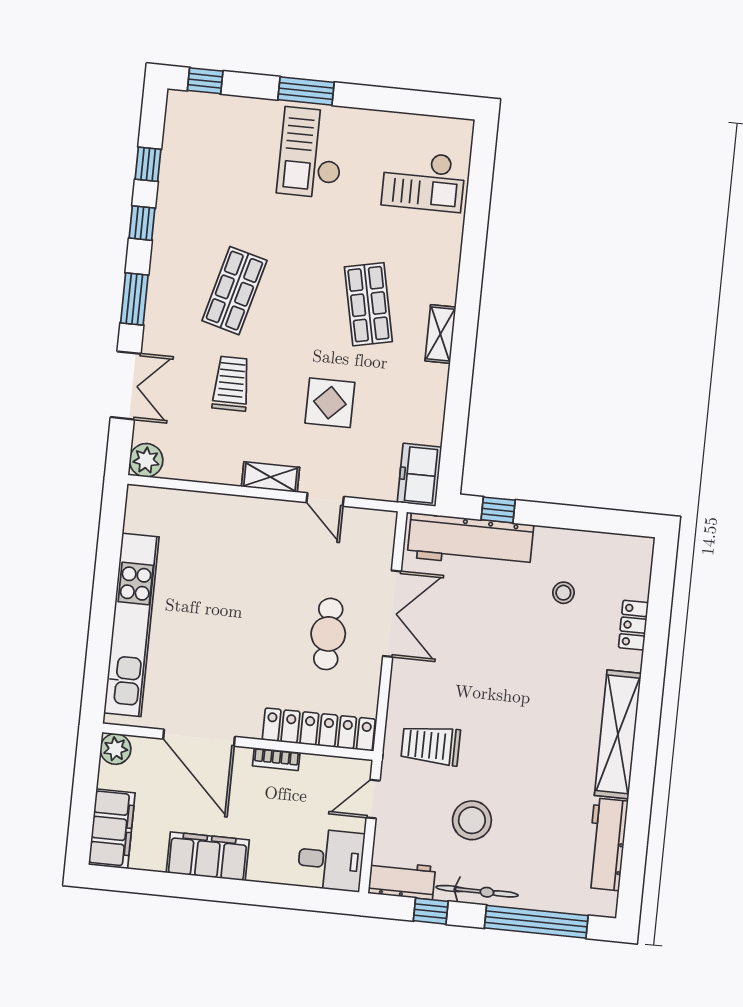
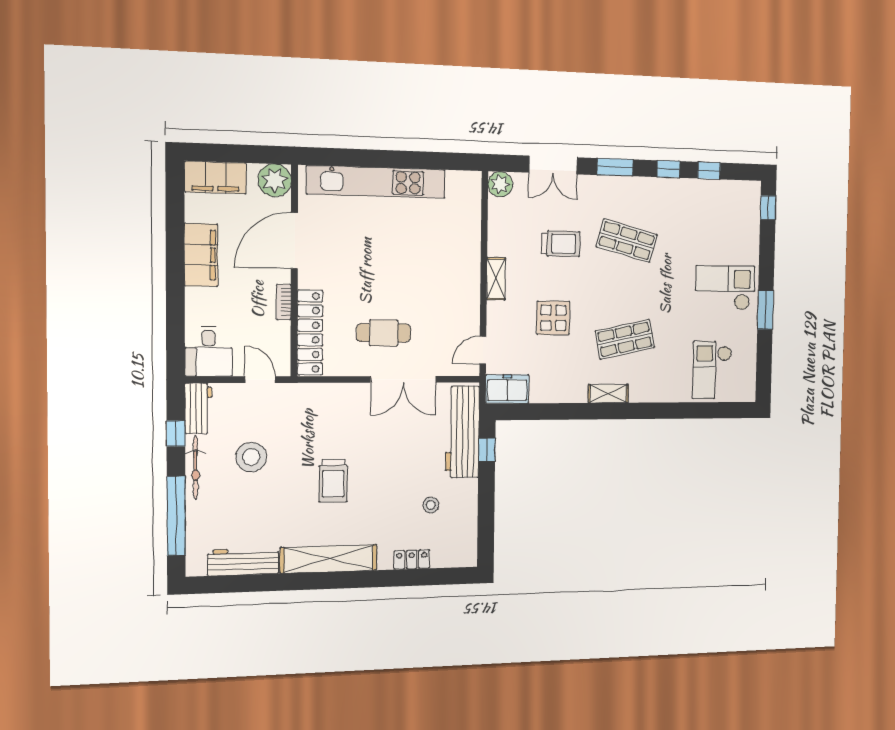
window: (306, 91) -> (765, 310), moved
door: (325, 499) -> (483, 350), moved
trolley: (431, 745) -> (333, 481), moved, turned 180
plant: (115, 749) -> (275, 180), width x1.36, depth x1.36

